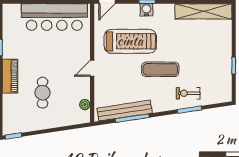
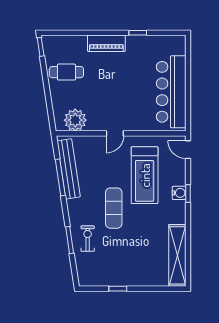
door: (92, 68) -> (115, 133), swing flipped
cafe table: (42, 93) -> (66, 72), moved
plant: (85, 104) -> (75, 120), width x1.88, depth x1.88

